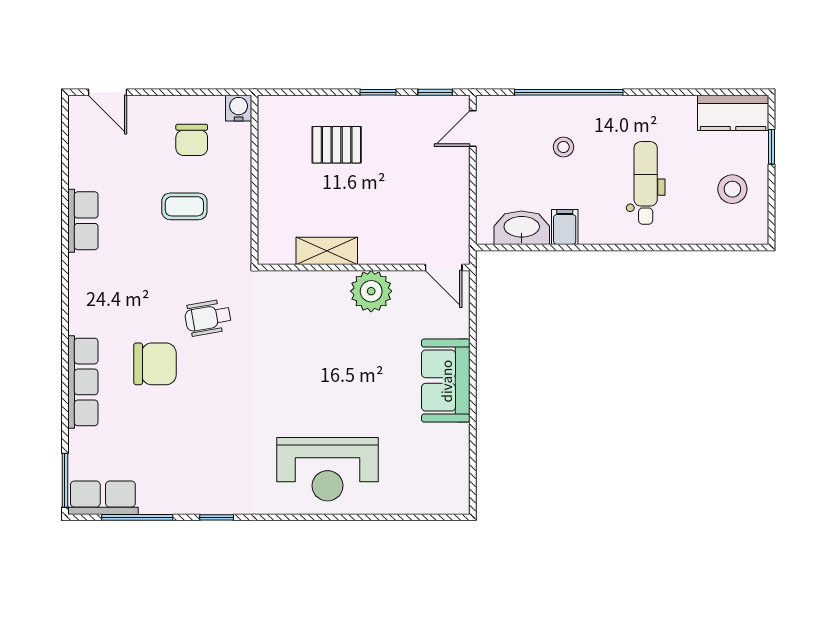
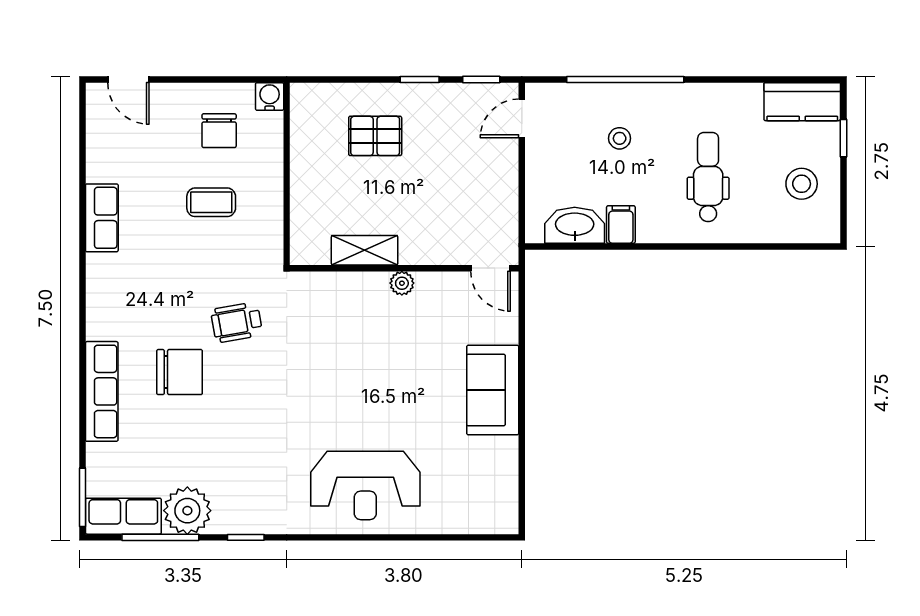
plant: (371, 291) -> (402, 283), width x0.53, depth x0.53
plant: (162, 493) -> (187, 511), added

